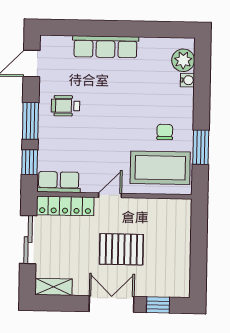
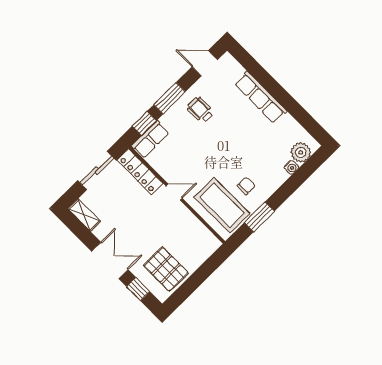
row of seats: (59, 182) -> (150, 139), moved, turned 90
pallet: (121, 249) -> (166, 269), moved

